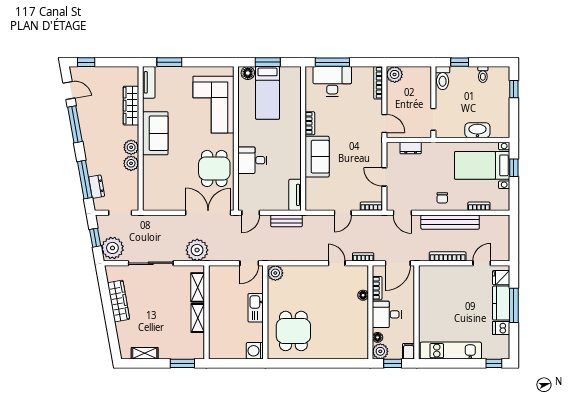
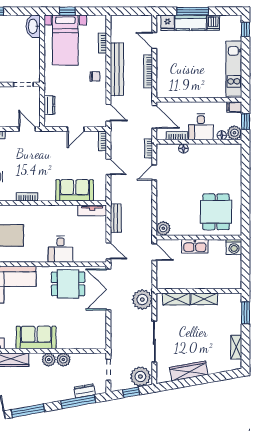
door: (384, 123) -> (27, 129), hinge flipped
washbasin: (477, 130) -> (33, 26), moved
sofa: (317, 157) -> (75, 190), moved
door: (402, 213) -> (108, 113), hinge flipped
dining table: (293, 331) -> (216, 212), turned 90

